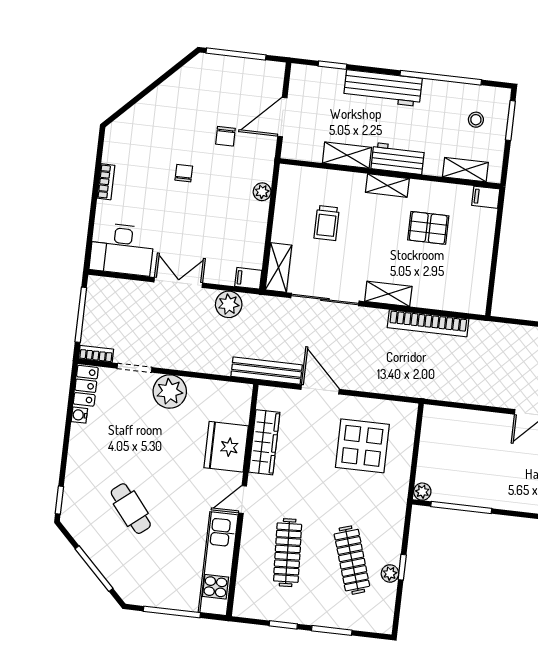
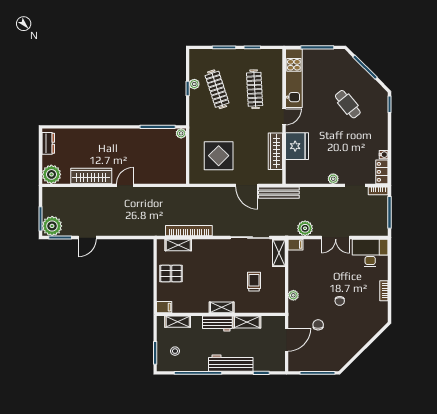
pallet: (428, 228) -> (171, 274), moved
shelving: (388, 294) -> (178, 245), moved
plant: (170, 392) -> (333, 179), width x0.53, depth x0.53

